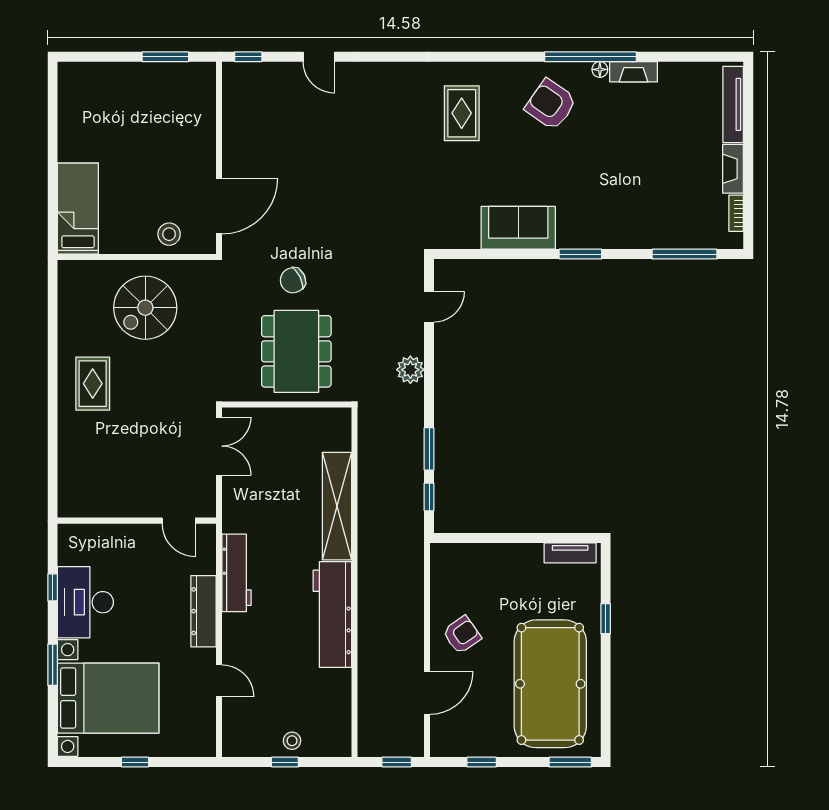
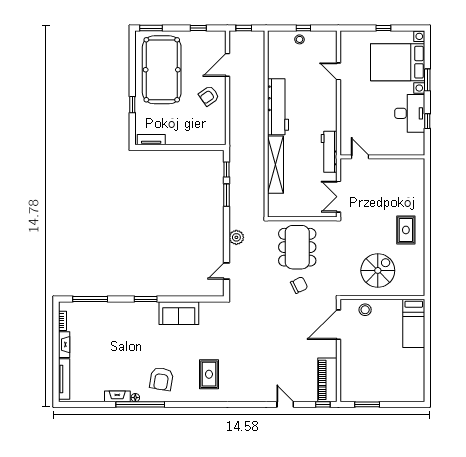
piano: (240, 103) -> (327, 380), added
armchair: (551, 104) -> (161, 379), turned 64
workbench: (237, 573) -> (329, 152), moved
dresser: (203, 611) -> (347, 109), removed

